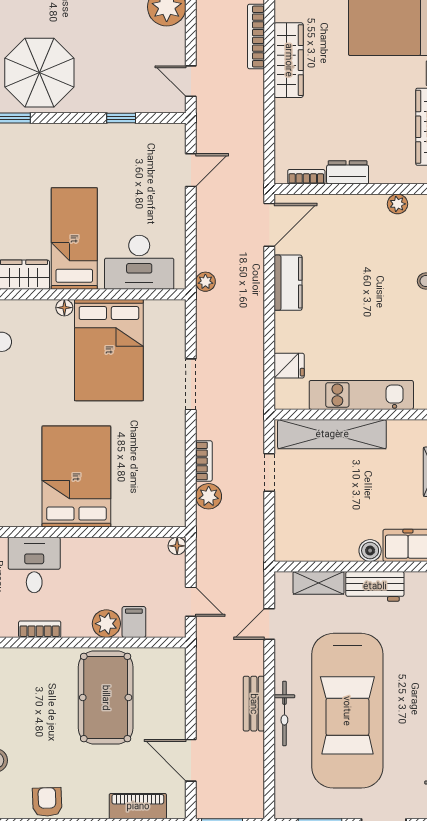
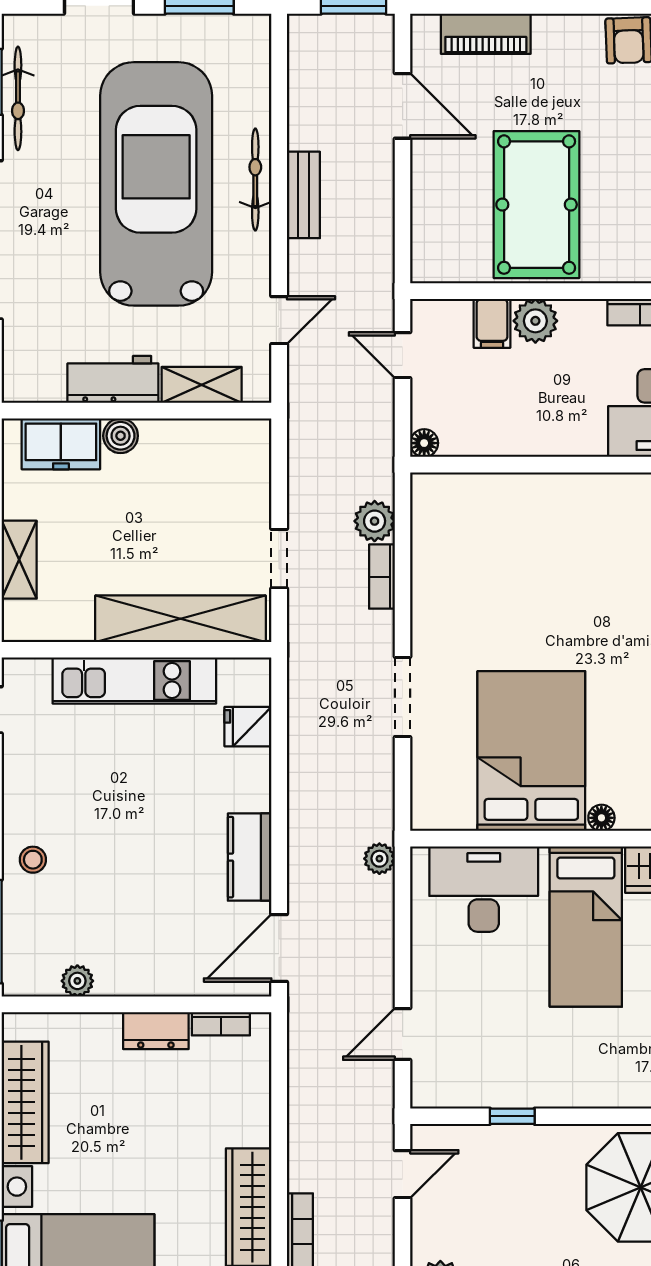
door: (191, 81) -> (403, 1174), hinge flipped
bed: (76, 477) -> (582, 552), removed

